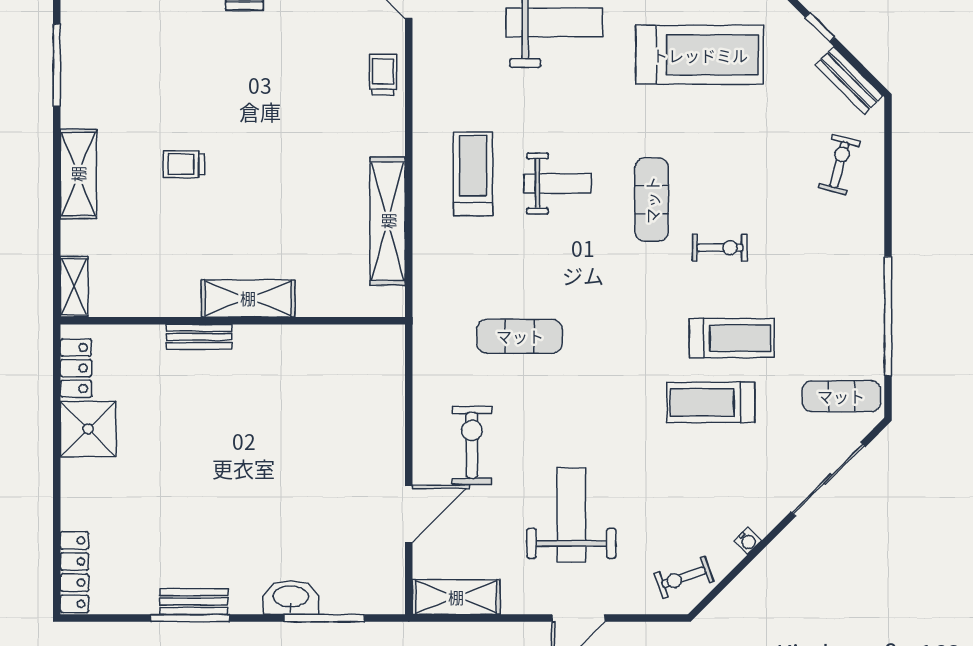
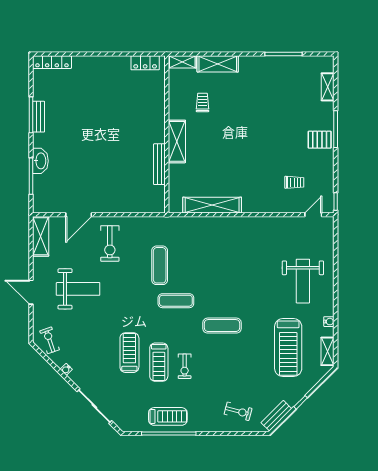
trolley: (383, 75) -> (294, 182), moved
trolley: (184, 164) -> (202, 102), moved
shelving: (78, 174) -> (218, 64), moved
treadmill: (473, 174) -> (168, 416), moved
weight bench: (558, 183) -> (229, 283), removed
exercise bike: (720, 248) -> (185, 366), moved
bench: (199, 337) -> (159, 164), moved, width x1.36
exercise mat: (841, 396) -> (176, 301), moved, turned 90
shower: (88, 429) -> (117, 68), removed
exercise bike: (472, 445) -> (110, 244), turned 90
door: (409, 514) -> (79, 215), hinge flipped

